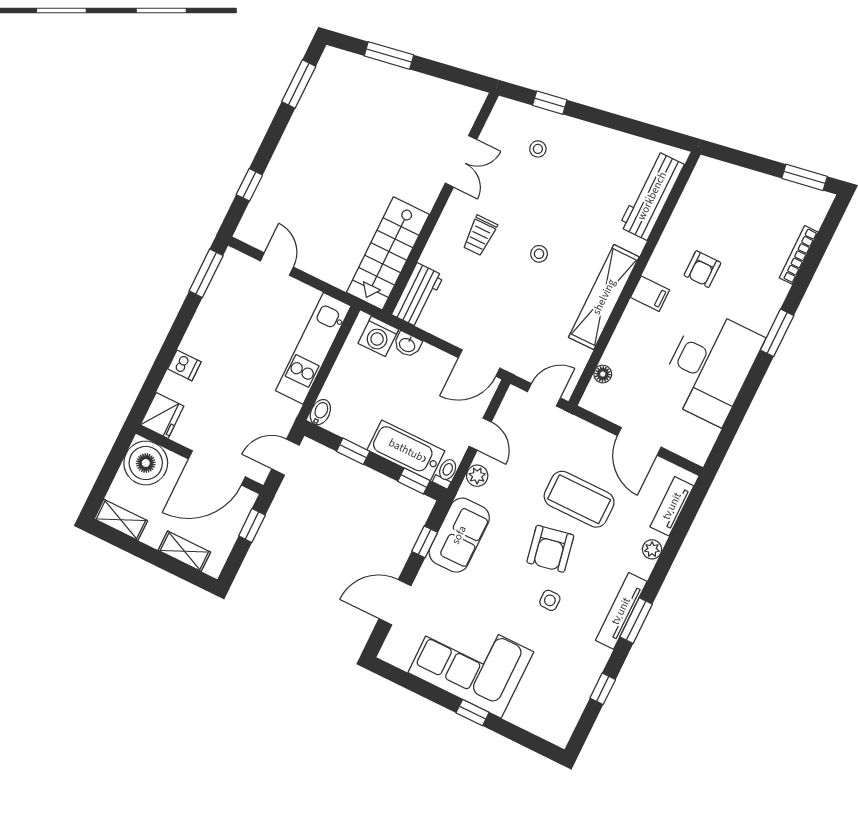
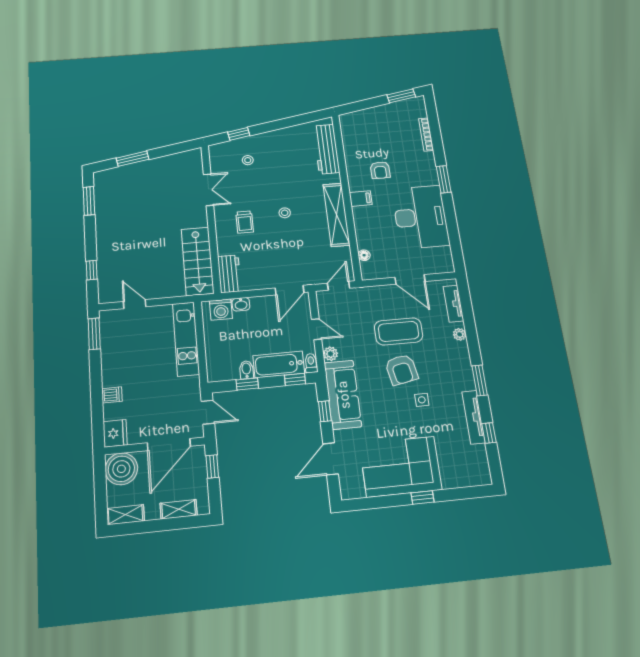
bidet: (320, 412) -> (246, 370), moved
door: (286, 457) -> (208, 412), swing flipped
sofa: (459, 535) -> (343, 395), width x1.36
tv unit: (621, 611) -> (474, 417), moved

